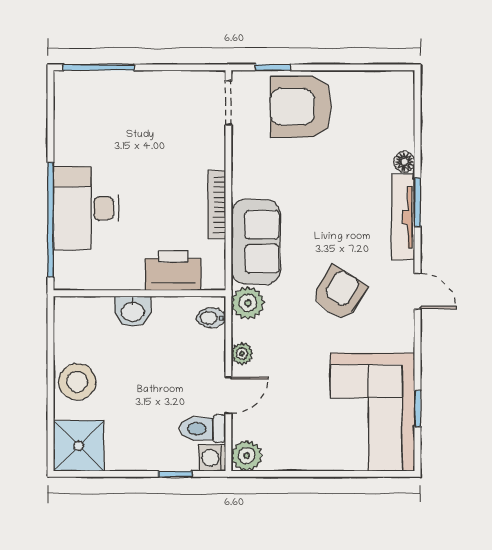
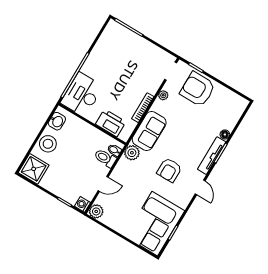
desk: (86, 208) -> (82, 95), moved
armchair: (339, 293) -> (169, 170), turned 148
washbasin: (133, 311) -> (57, 121), moved, turned -90
plant: (242, 354) -> (163, 95), moved
toilet: (203, 429) -> (105, 158), moved

